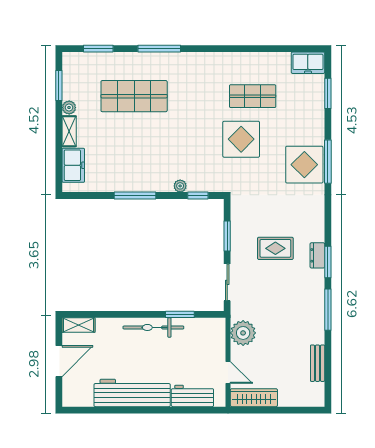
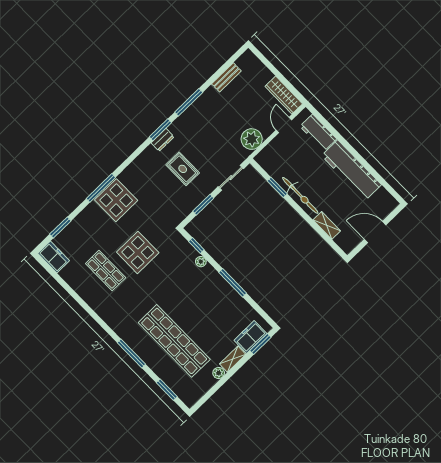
window: (59, 85) -> (260, 344), moved
shop shelf: (134, 96) -> (174, 341), width x1.40
shelving: (79, 325) -> (327, 225), moved

